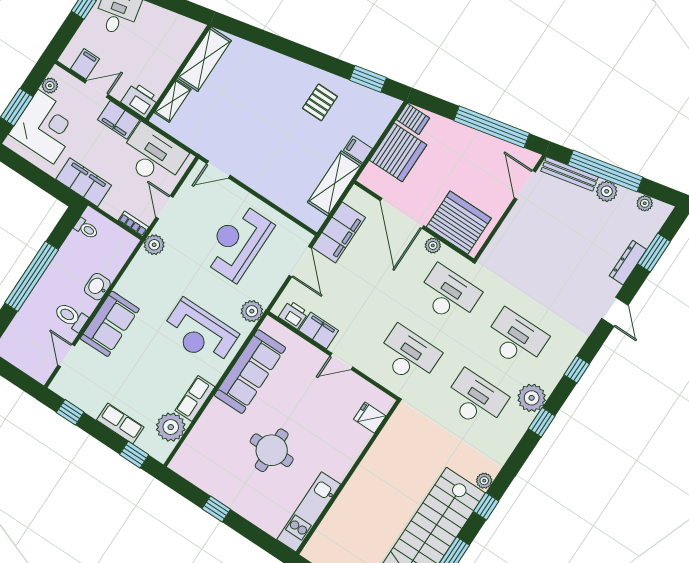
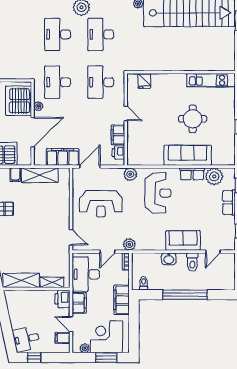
sofa: (250, 372) -> (188, 155), moved

